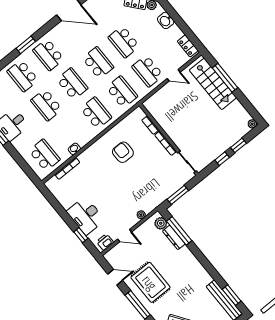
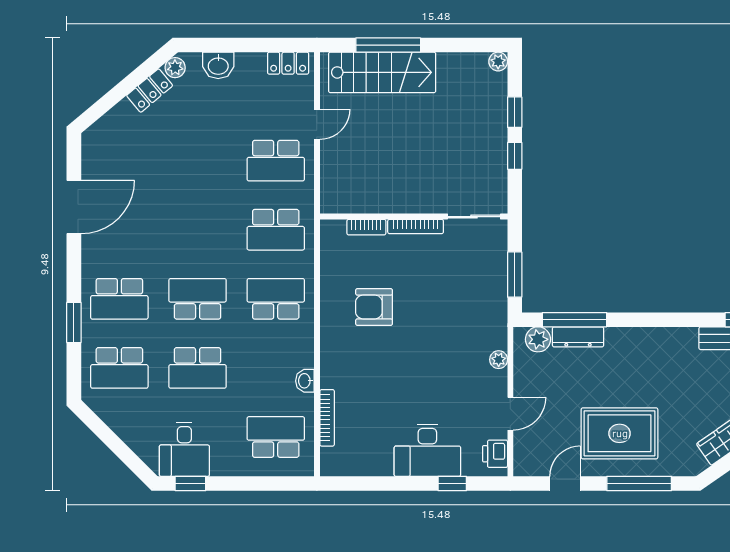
school desk: (124, 42) -> (198, 161), removed
school desk: (98, 63) -> (198, 230), removed
school desk: (122, 92) -> (276, 230), turned 180

